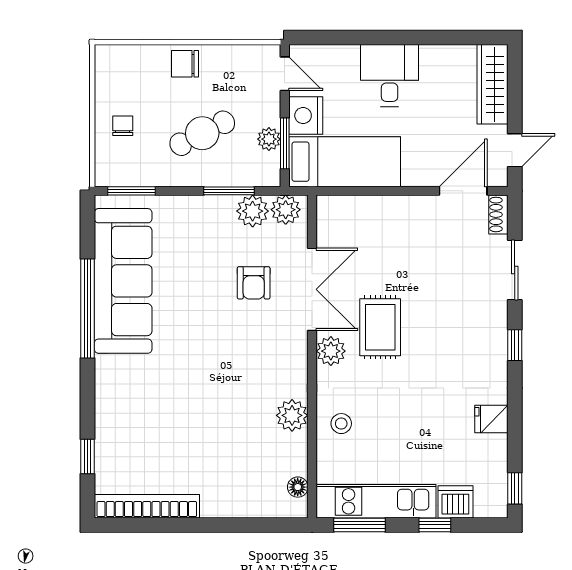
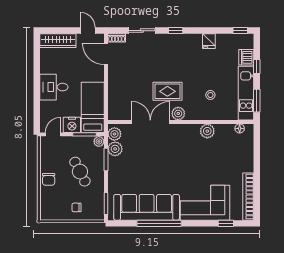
plant: (269, 139) -> (99, 141), moved
armchair: (254, 283) -> (147, 148), removed
corner sofa: (133, 410) -> (205, 203), added
stool: (341, 424) -> (210, 95), moved

